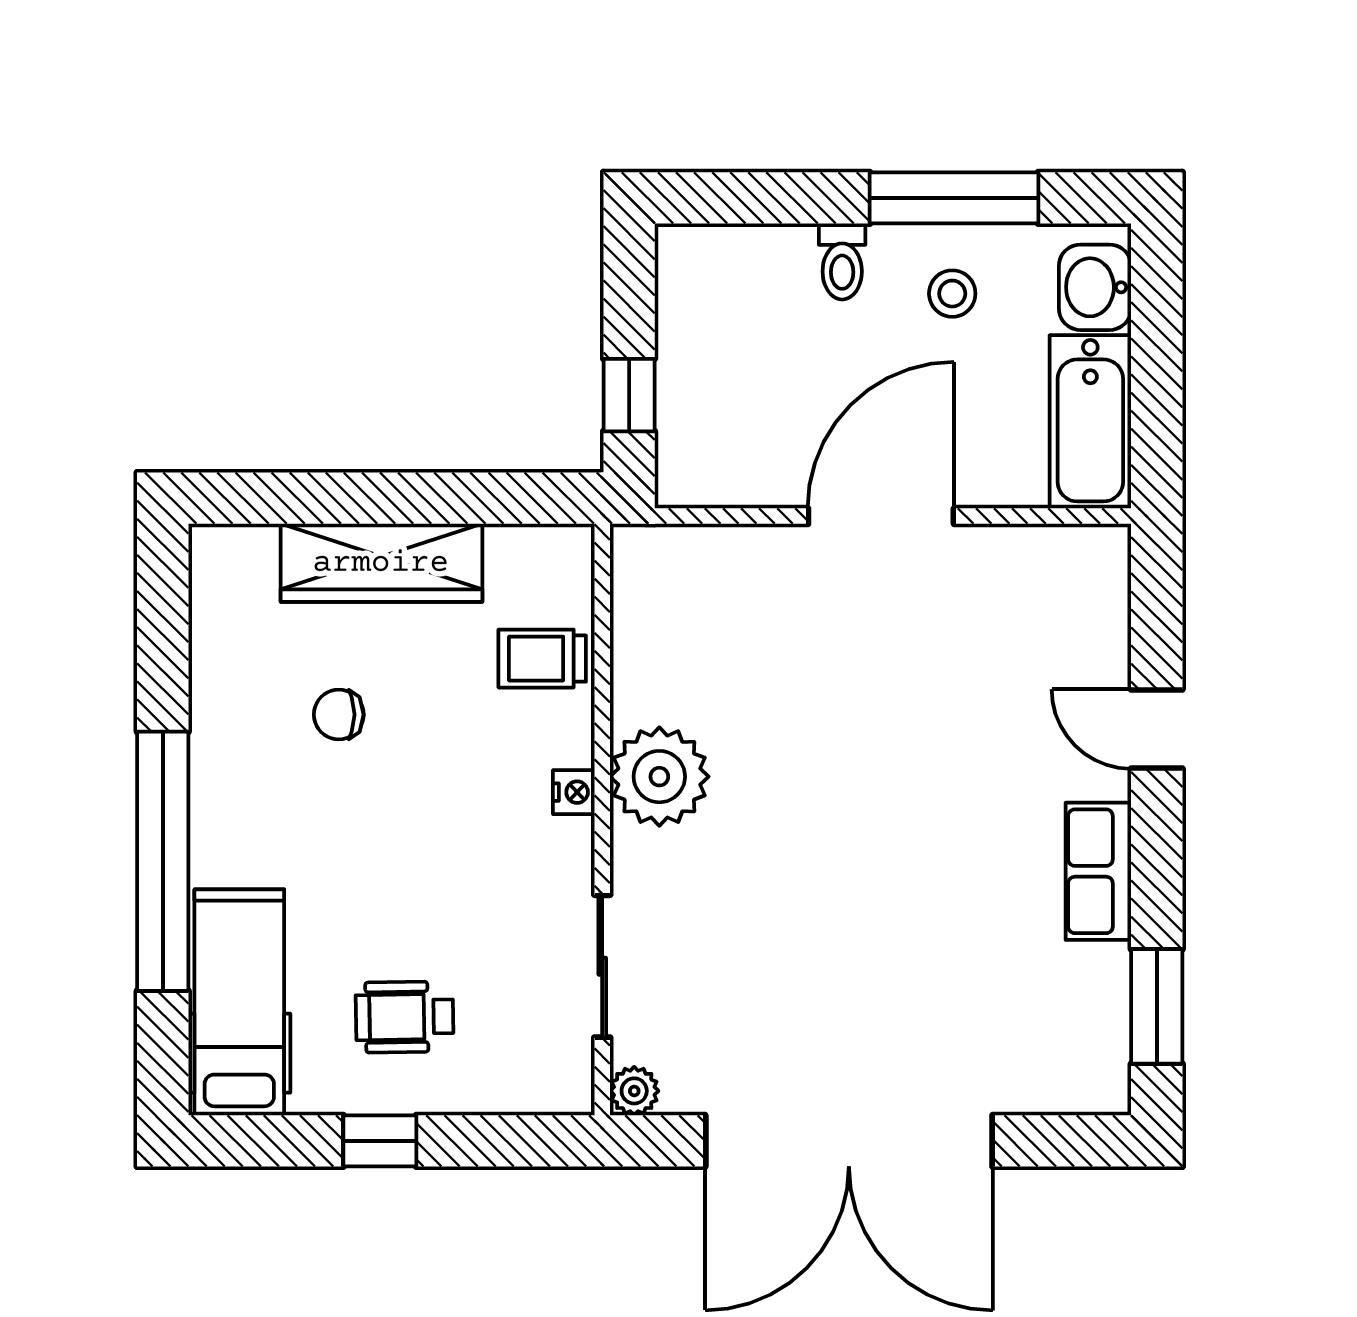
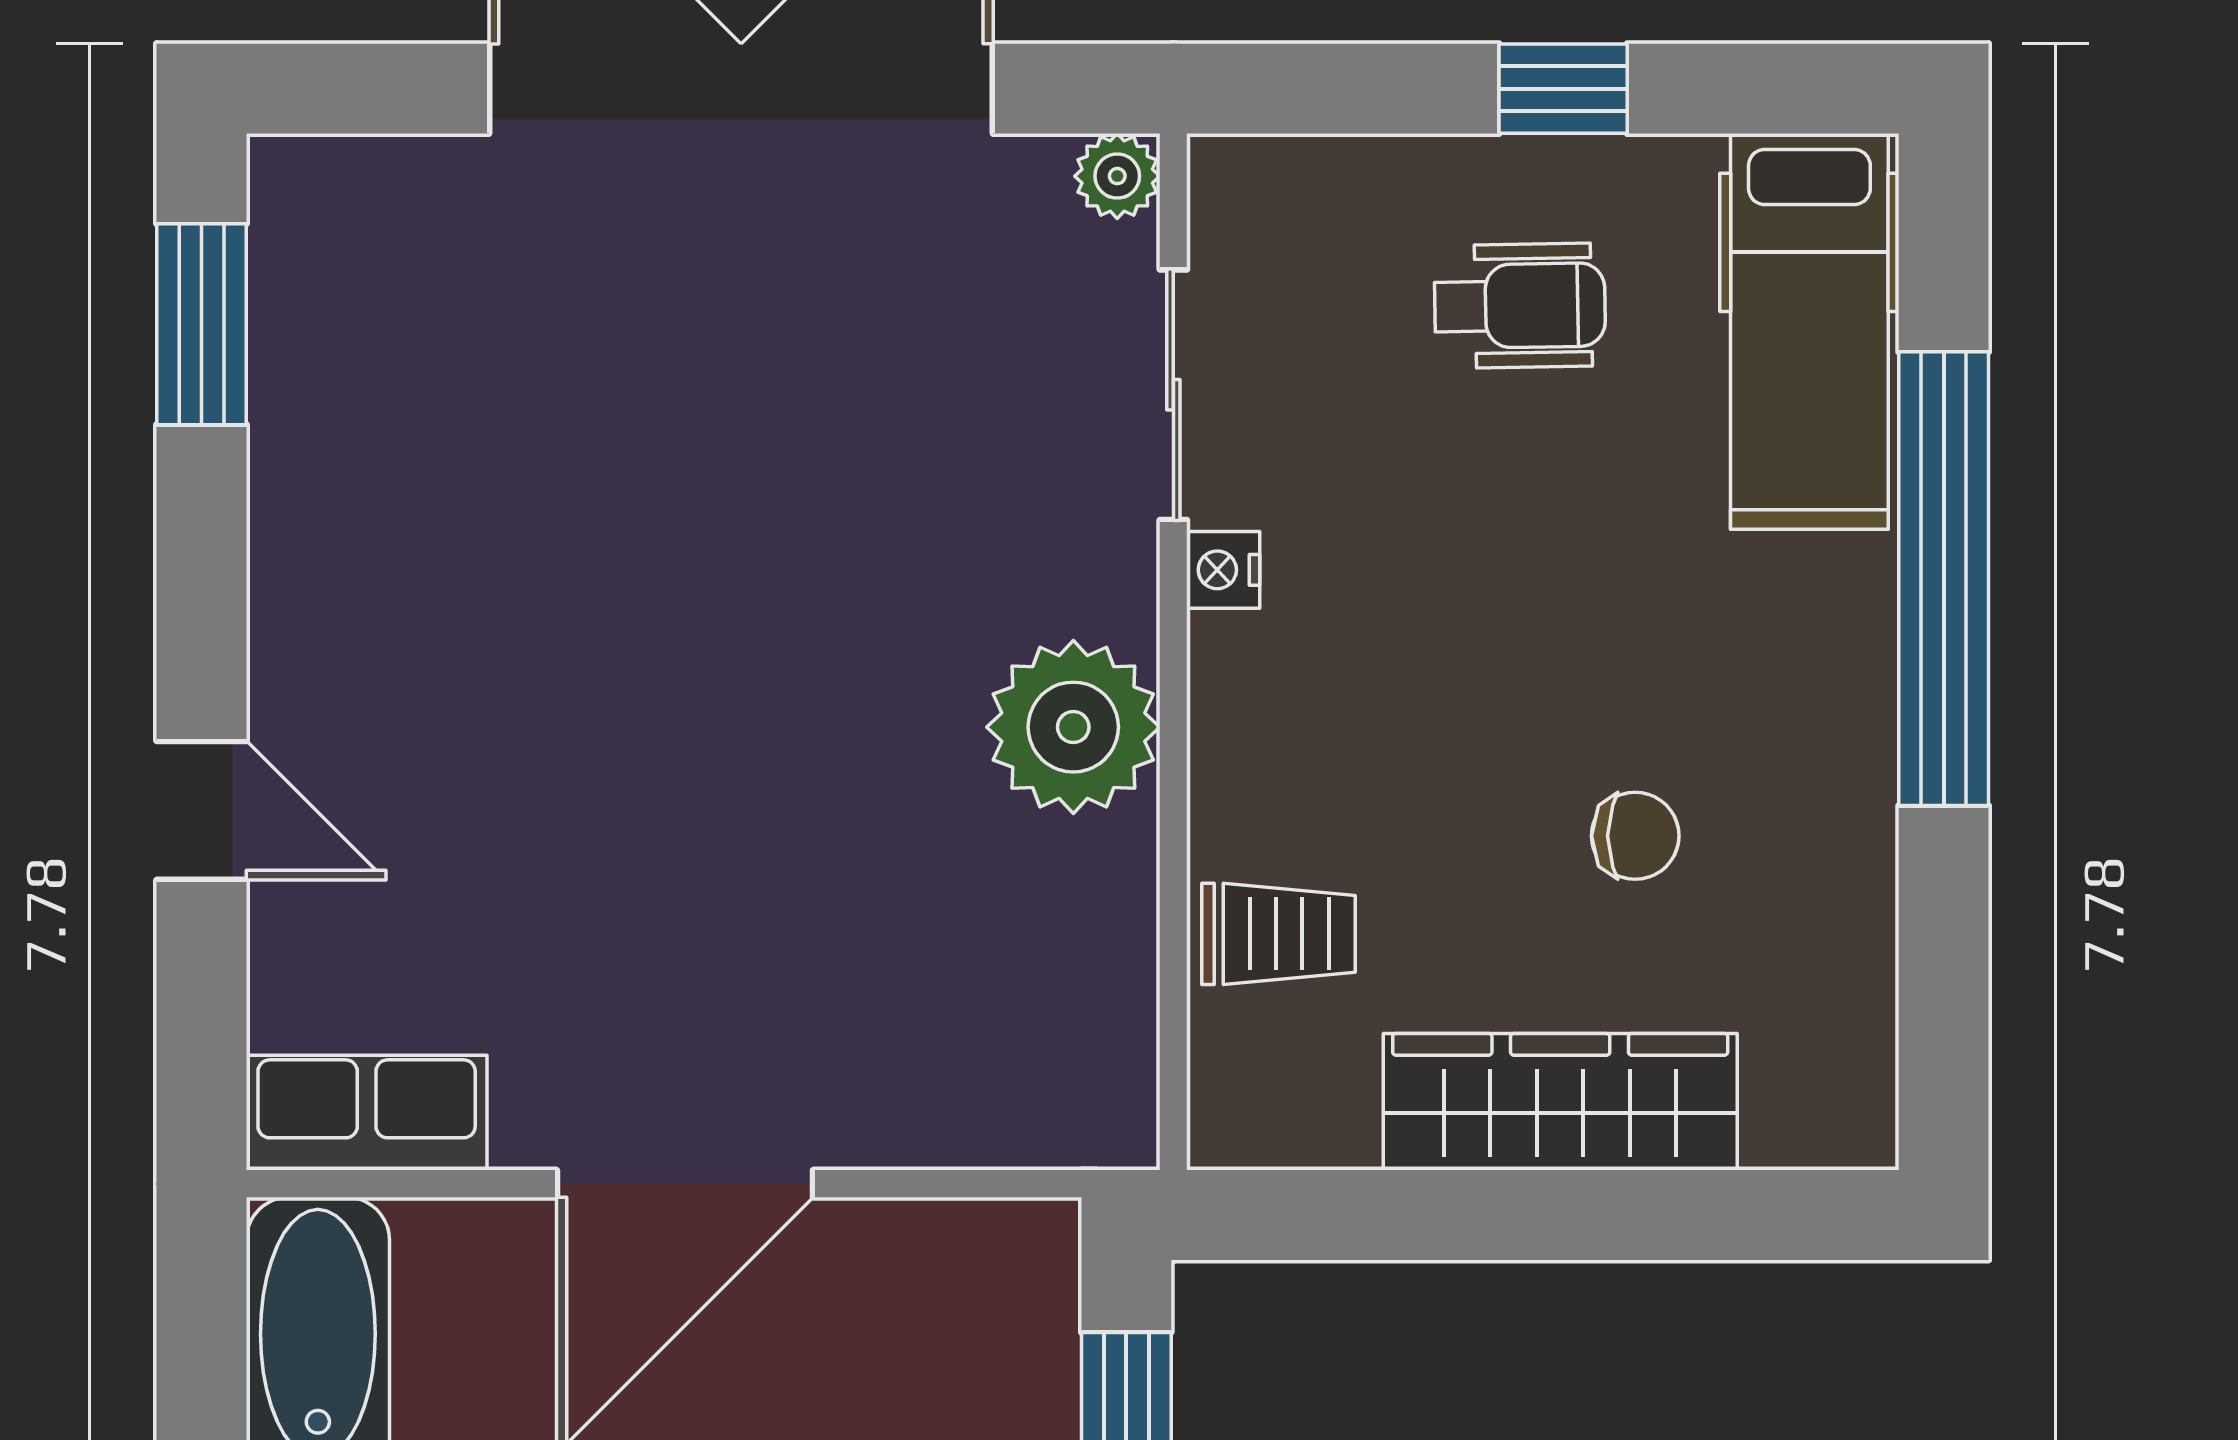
nightstand: (574, 792) -> (1223, 570), moved
row of seats: (1098, 871) -> (367, 1113), moved, turned -90

